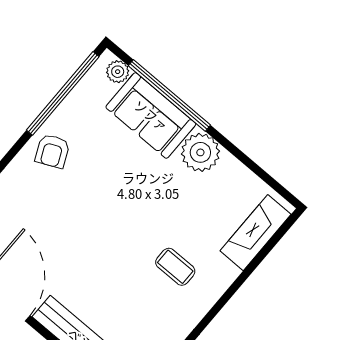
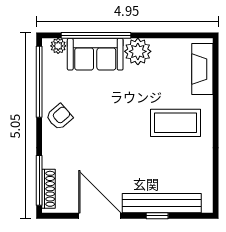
armchair: (52, 151) -> (59, 117), turned -106
coffee table: (175, 267) -> (175, 123), width x1.86, depth x1.72

